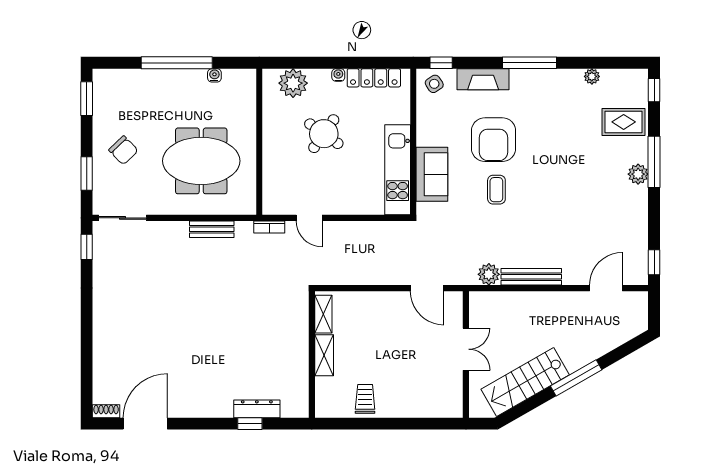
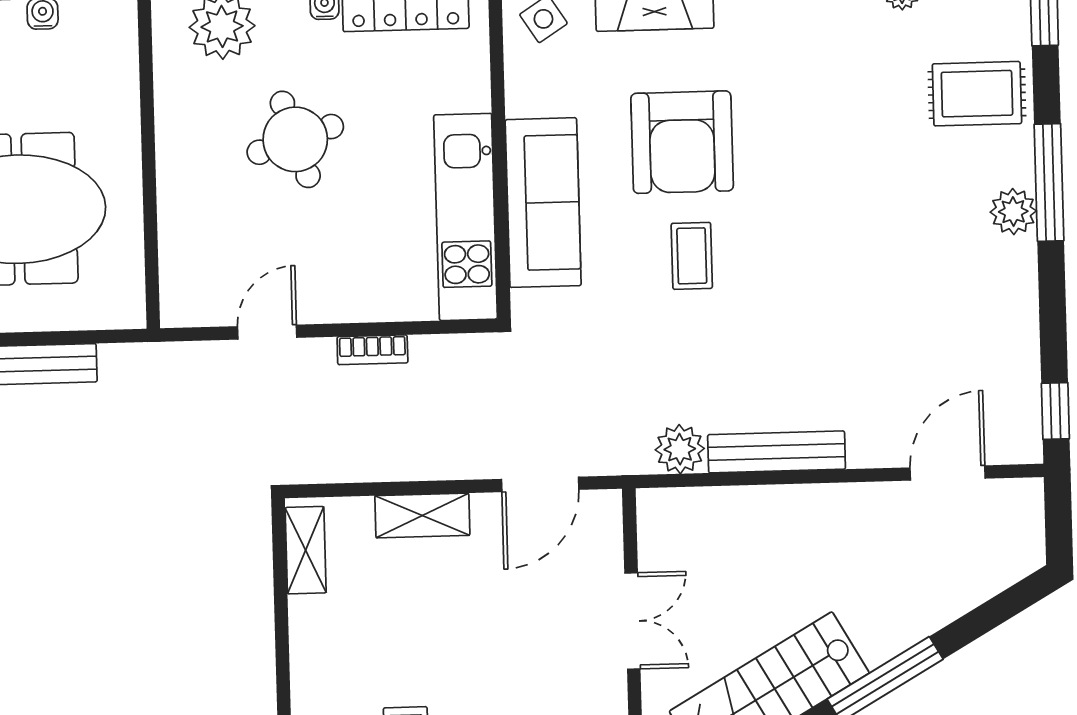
round table: (324, 134) -> (295, 139), turned 37
sofa: (432, 174) -> (543, 203), width x1.36
door: (309, 218) -> (267, 332), swing flipped
bookcase: (269, 227) -> (372, 350), moved
door: (427, 288) -> (540, 484), hinge flipped
shelving: (324, 355) -> (422, 516), moved, turned 90

